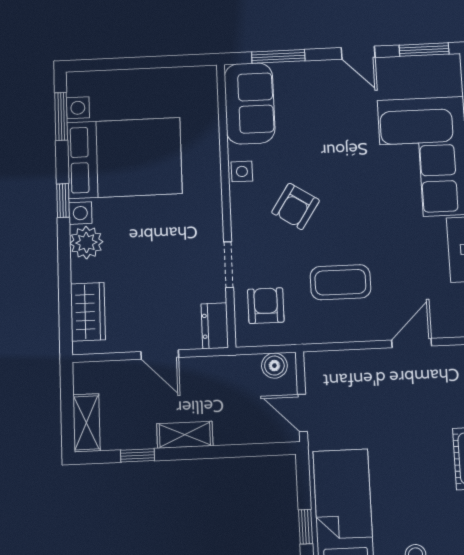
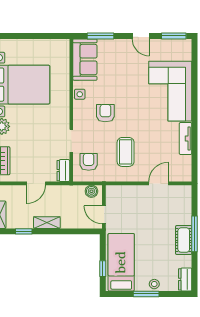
armchair: (296, 206) -> (105, 113), turned 147
coffee table: (340, 282) -> (126, 152), turned 90
door: (160, 355) -> (36, 183), hinge flipped

